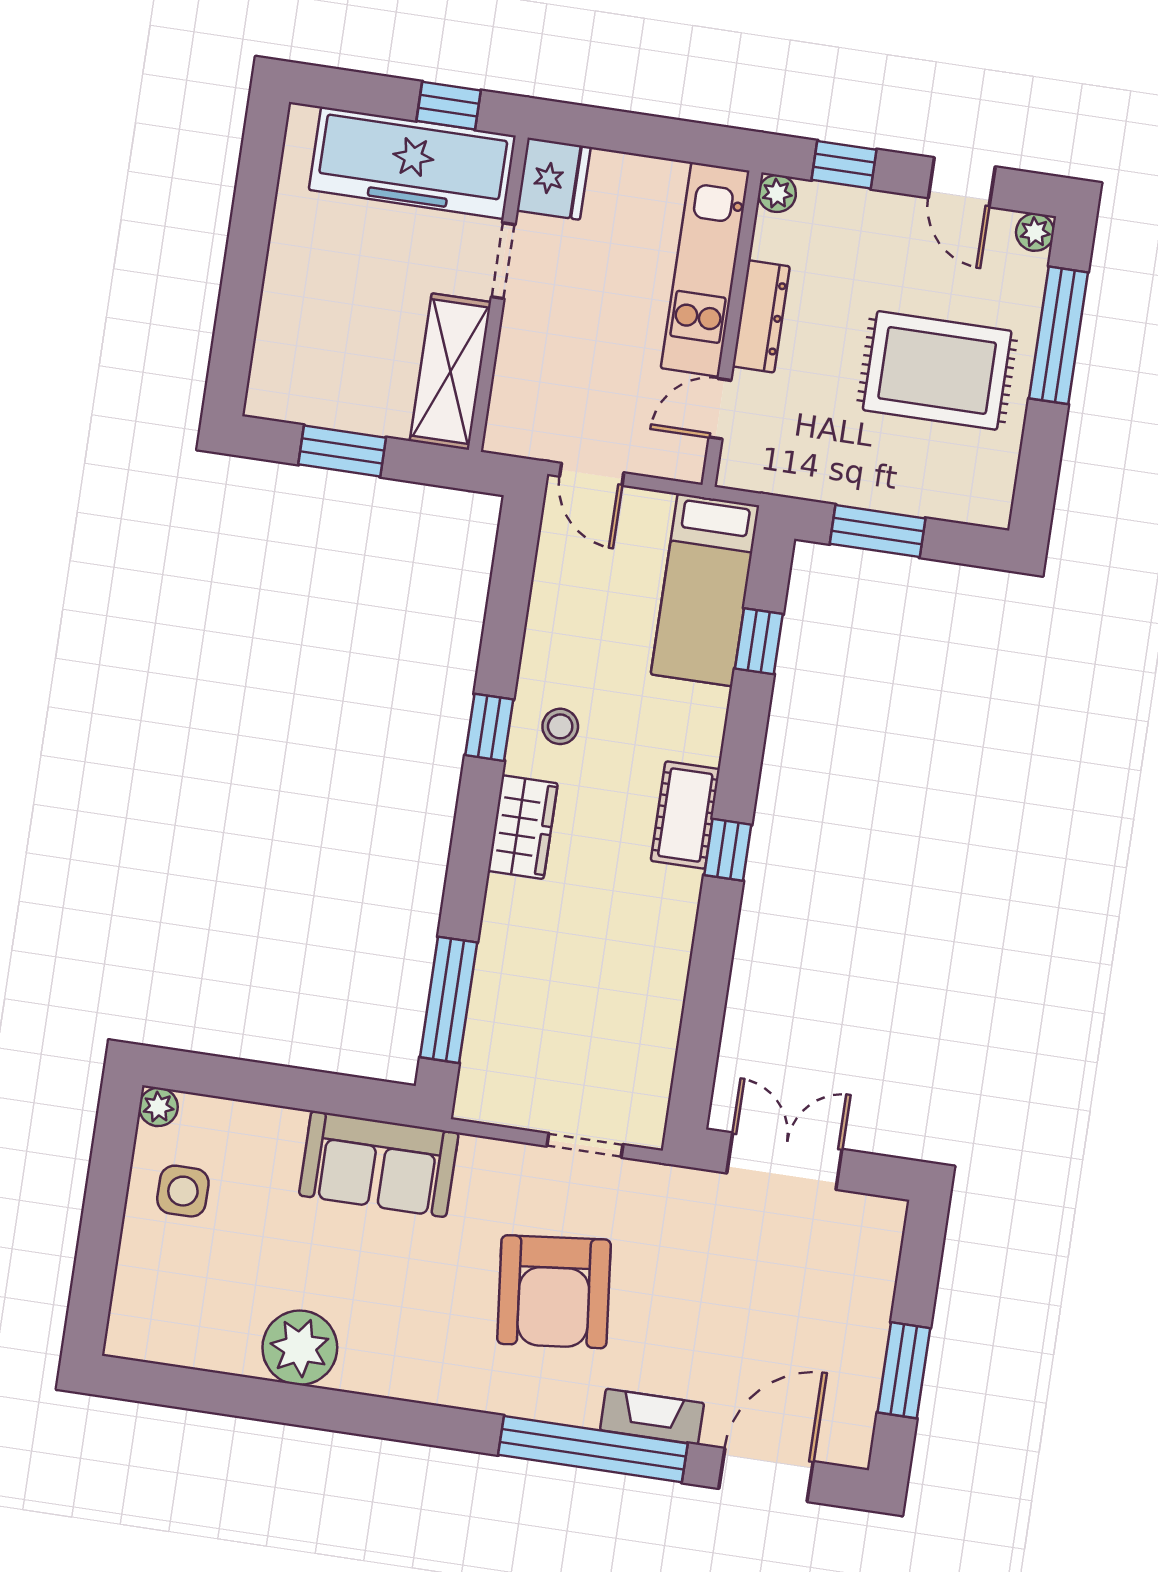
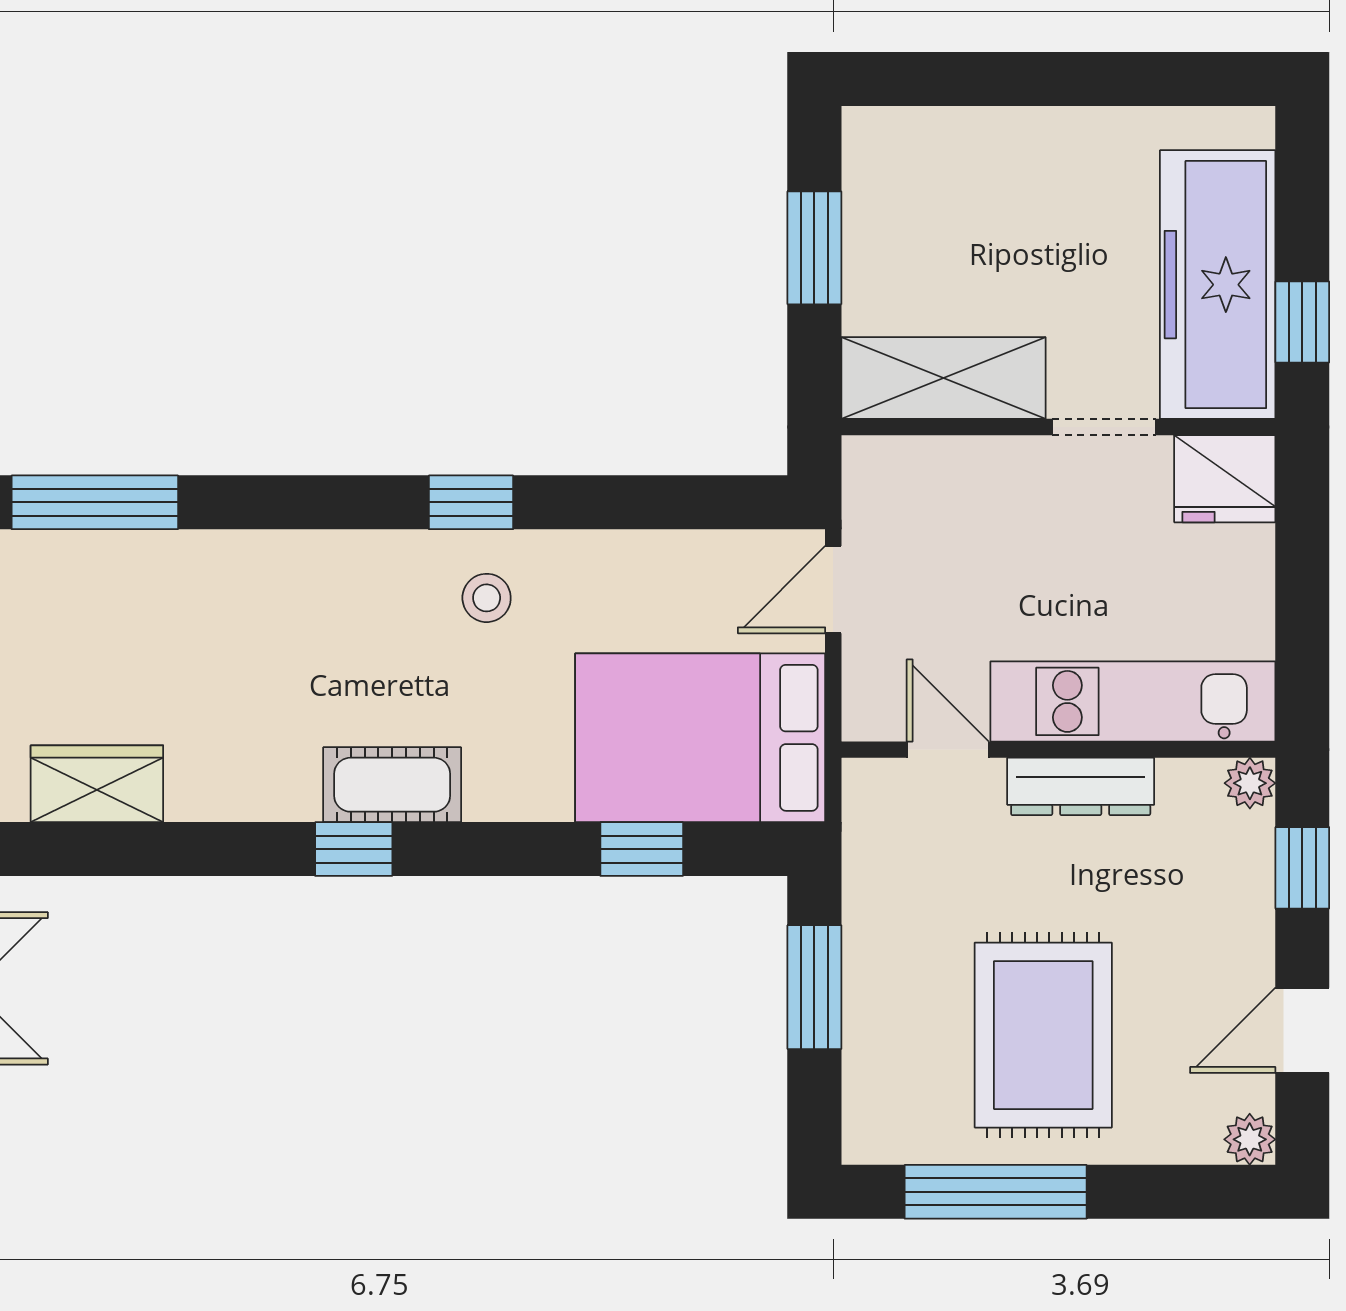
window: (1058, 335) -> (996, 1192), moved
bed: (705, 590) -> (700, 738), width x1.50
wardrobe: (523, 827) -> (97, 784), moved, turned 180

